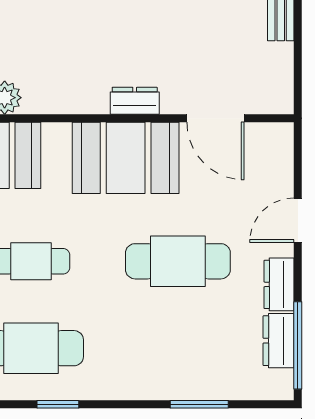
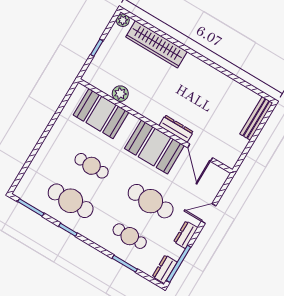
dresser: (135, 101) -> (176, 129), width x1.44
dresser: (279, 341) -> (165, 269), moved
cafe table: (178, 348) -> (130, 236), added

